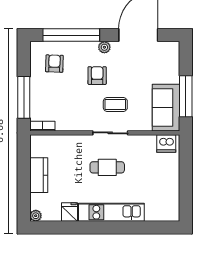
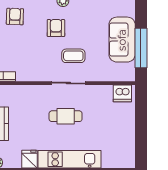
sofa: (166, 108) -> (122, 40), moved

